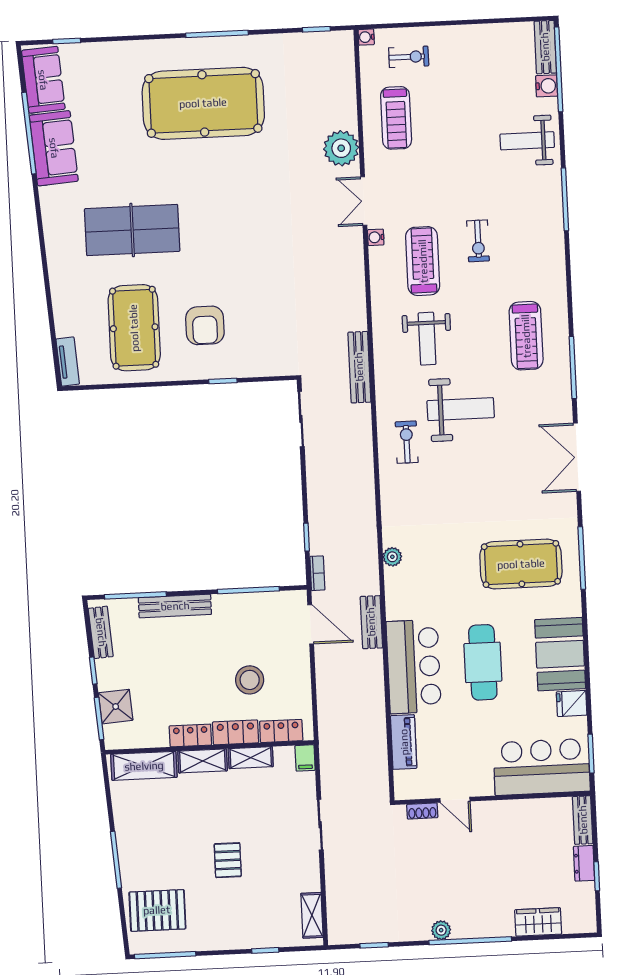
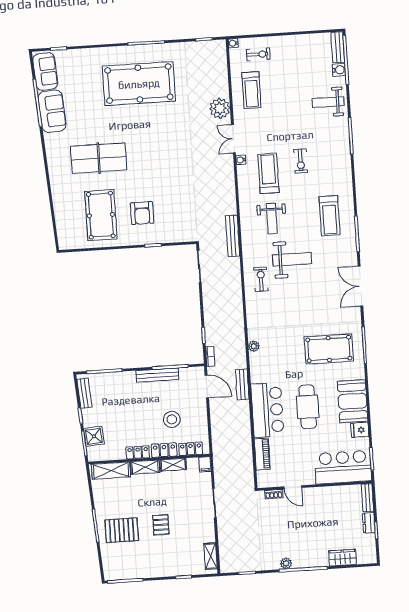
tv unit: (68, 362) -> (62, 236), removed
bench: (175, 606) -> (157, 375), moved
pallet: (157, 910) -> (122, 530), moved

